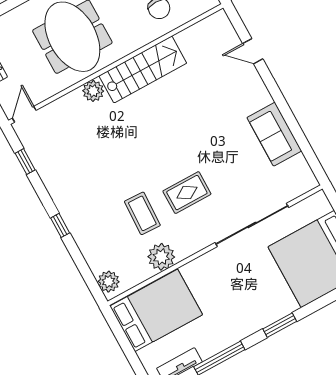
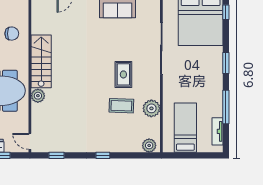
bed: (156, 310) -> (185, 128), width x0.67

